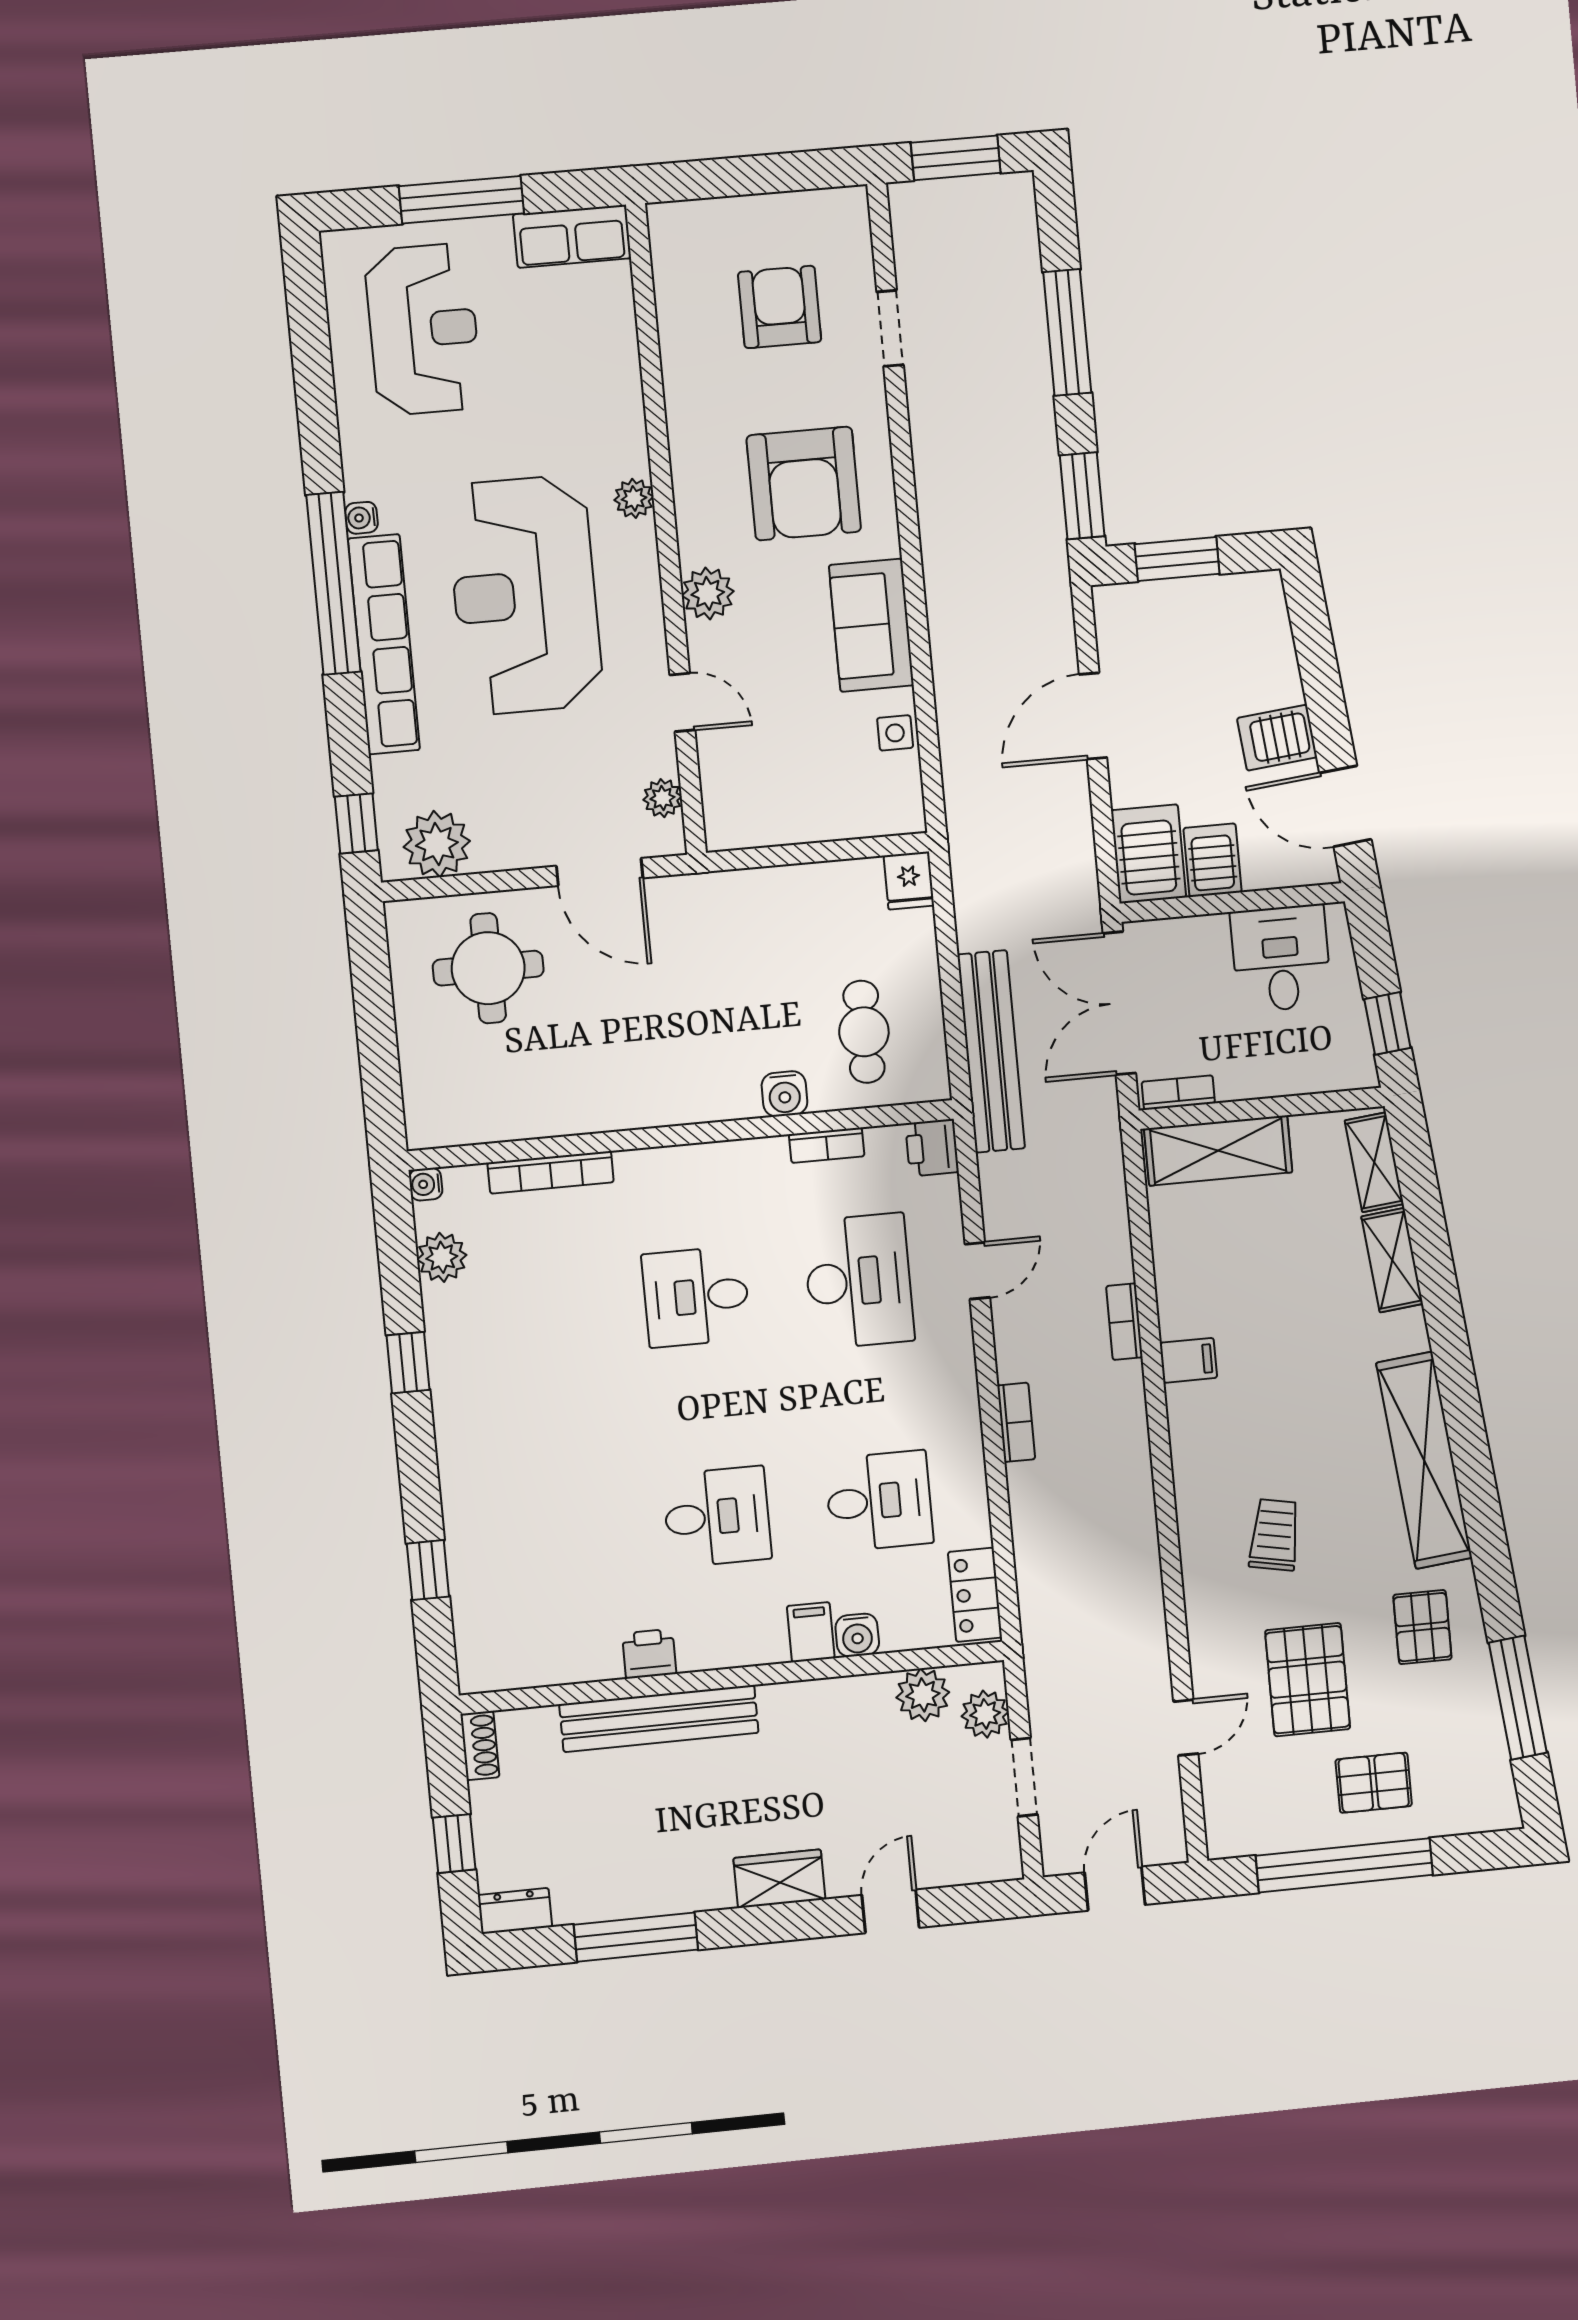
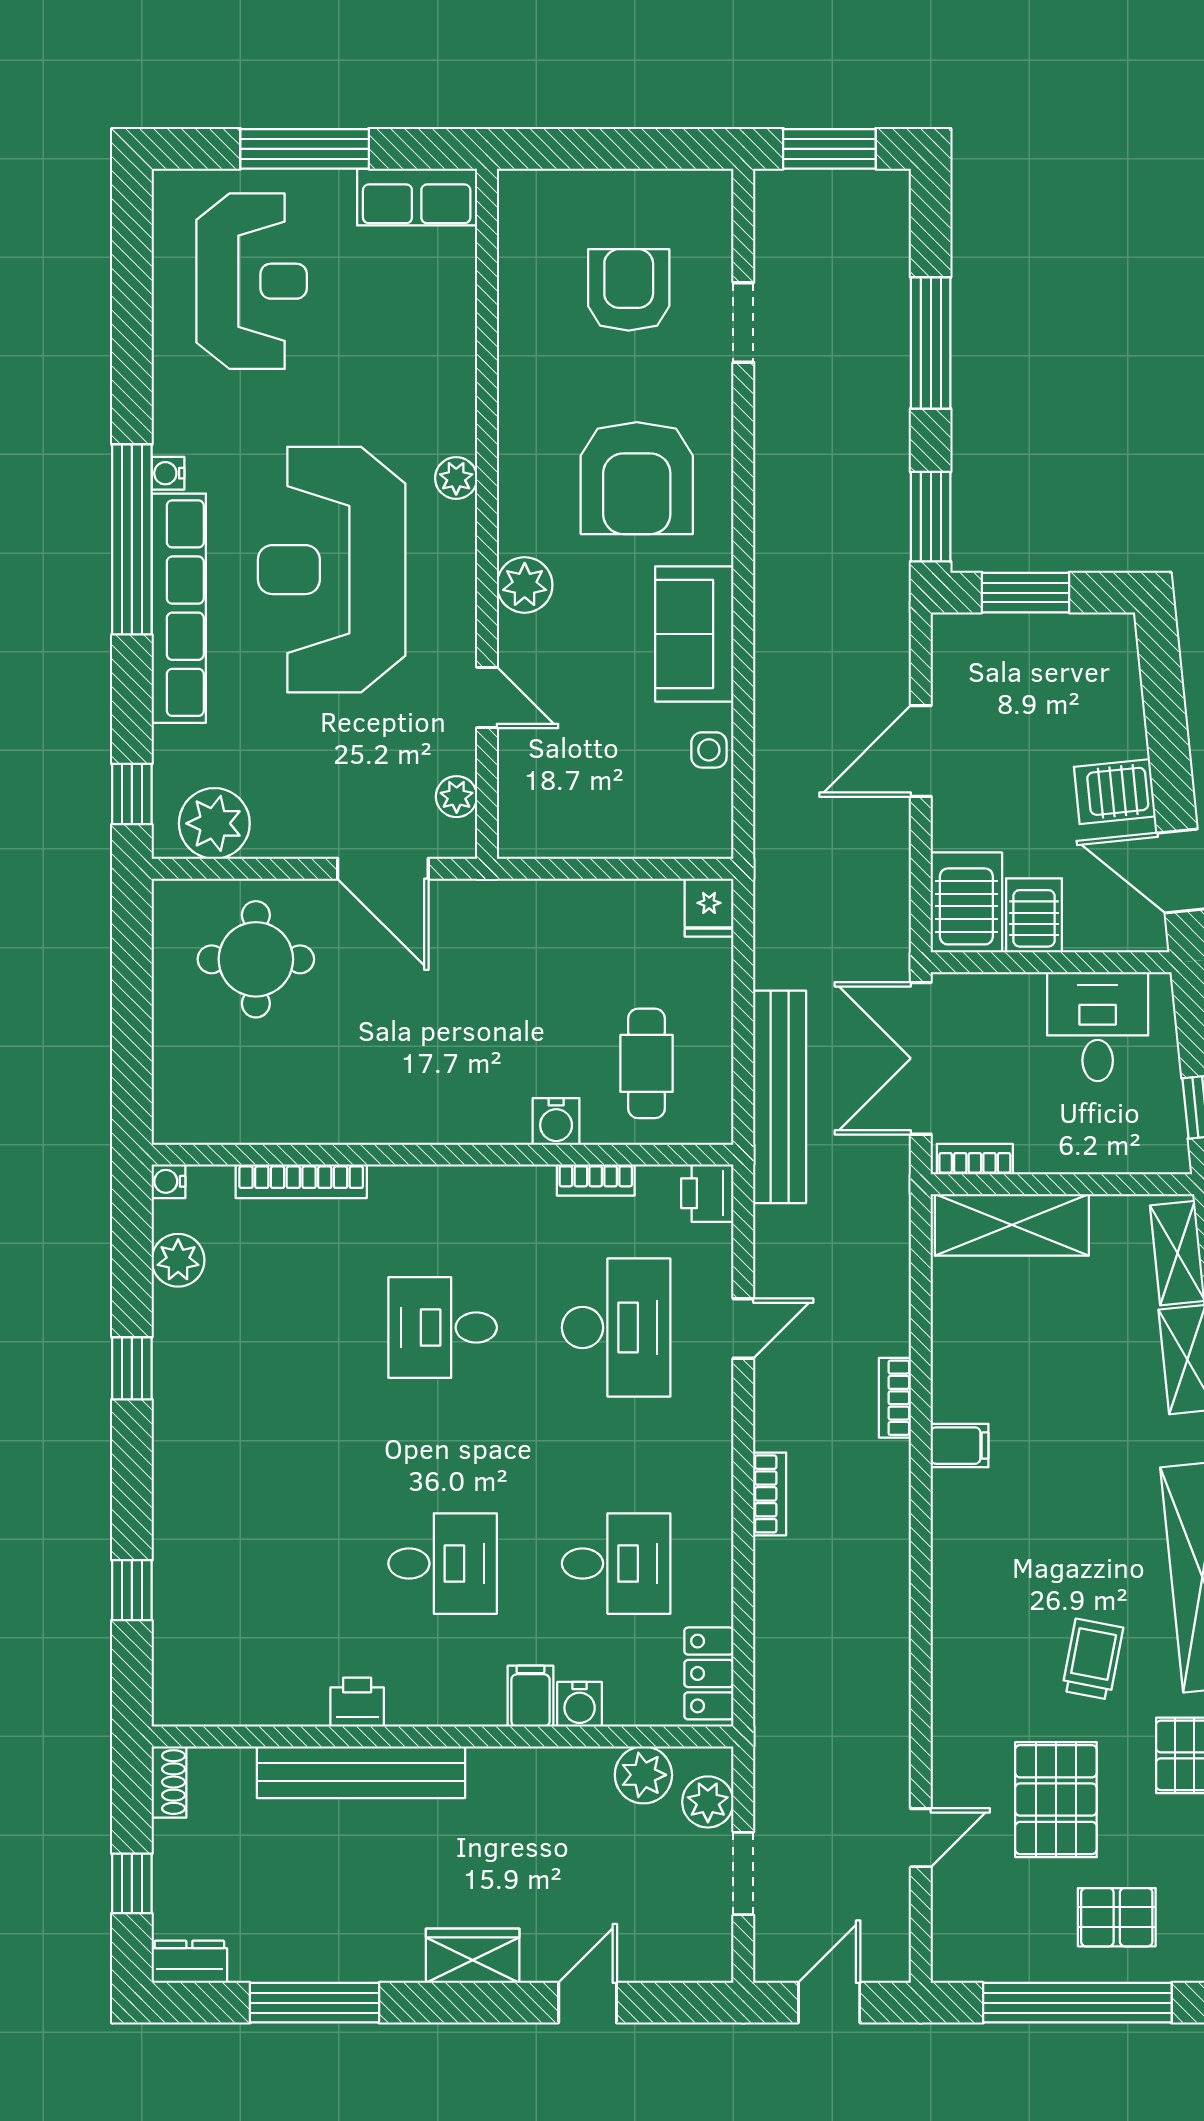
trolley: (1275, 1535) -> (1093, 1659), moved

